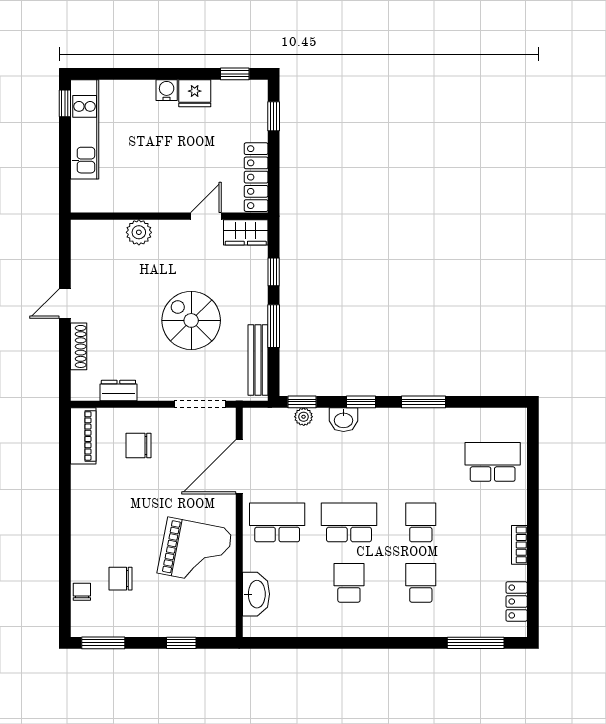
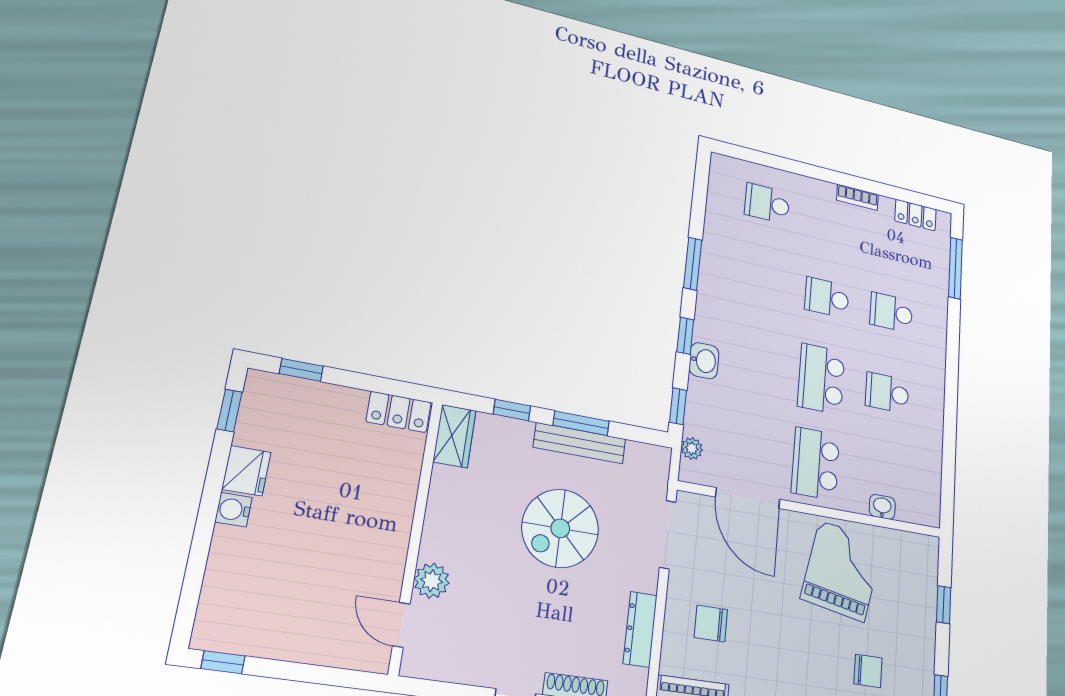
kitchen unit: (85, 129) -> (269, 638), removed
locker: (256, 177) -> (399, 412), width x0.66
door: (206, 216) -> (401, 625), moved
bench: (258, 360) -> (580, 443), moved
dresser: (118, 390) -> (640, 629), width x1.44
plant: (304, 417) -> (692, 448), moved
chair: (139, 445) -> (711, 624), turned 90
school desk: (493, 462) -> (767, 203), width x0.54
chair: (121, 579) -> (868, 671), turned -90
washbasin: (256, 594) -> (882, 507), width x0.52, depth x0.69

